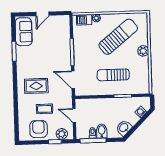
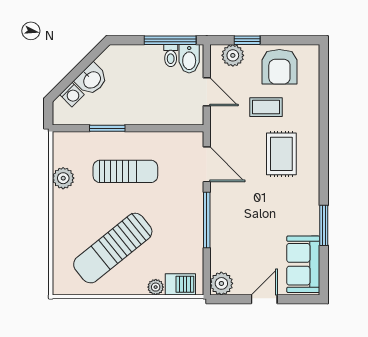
plant: (64, 21) -> (221, 283), added
plant: (143, 51) -> (63, 178), moved
rug: (36, 86) -> (281, 154), turned 90
washbasin: (124, 128) -> (92, 79), moved
bidet: (102, 131) -> (189, 59), moved

